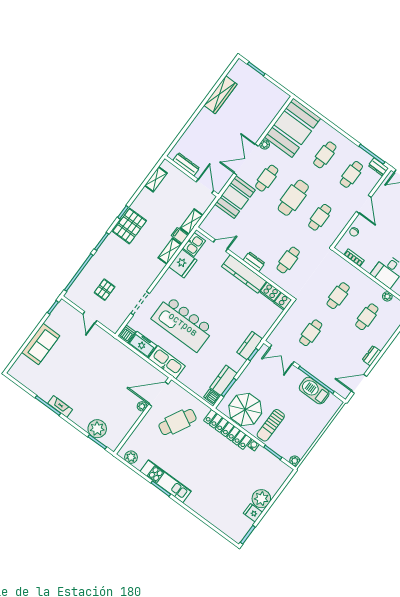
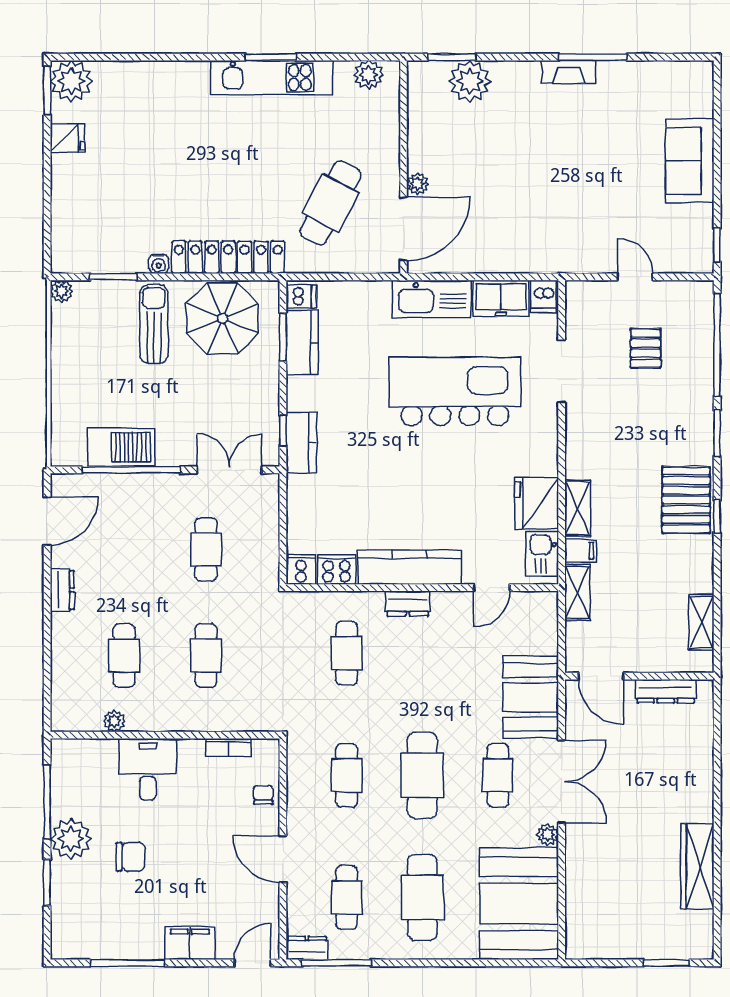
cafe table: (325, 155) -> (422, 897), width x1.37, depth x1.35
plant: (261, 499) -> (71, 81), moved

